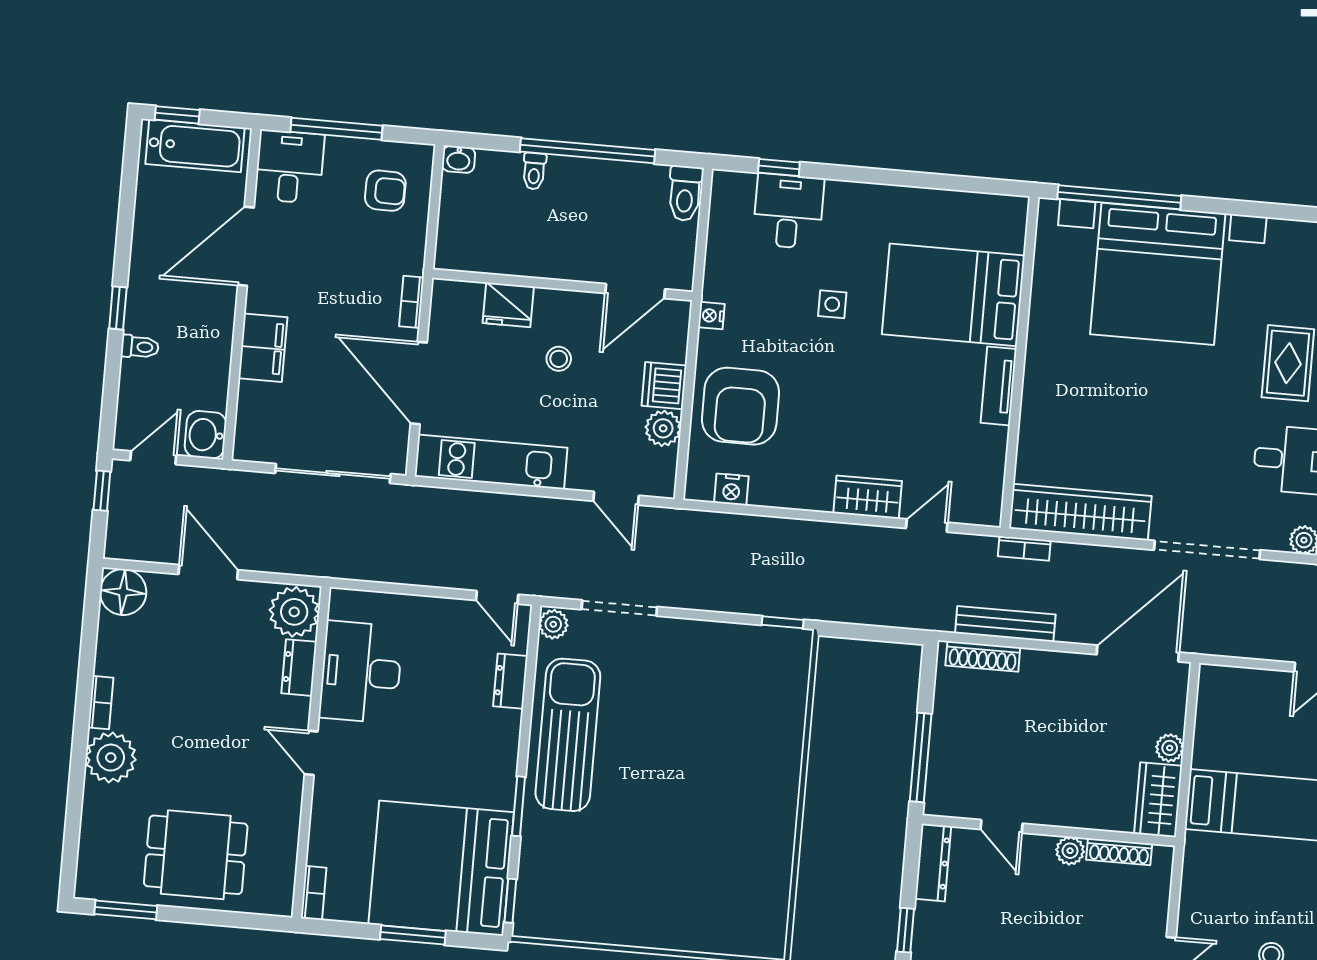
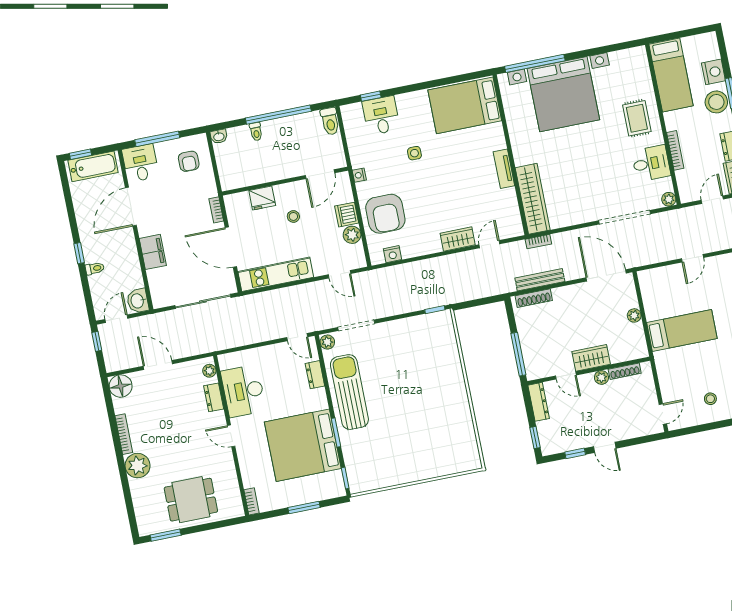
armchair: (385, 191) -> (189, 161), turned 89
bed: (953, 295) -> (465, 105), moved
wardrobe: (1080, 512) -> (533, 199), moved, turned 90
plant: (294, 612) -> (209, 371), width x0.53, depth x0.53
door: (1138, 653) -> (606, 275), hinge flipped
bookcase: (101, 703) -> (124, 434), width x1.56
wardrobe: (1158, 800) -> (591, 358), moved, turned 90
bed: (441, 868) -> (303, 445), moved

